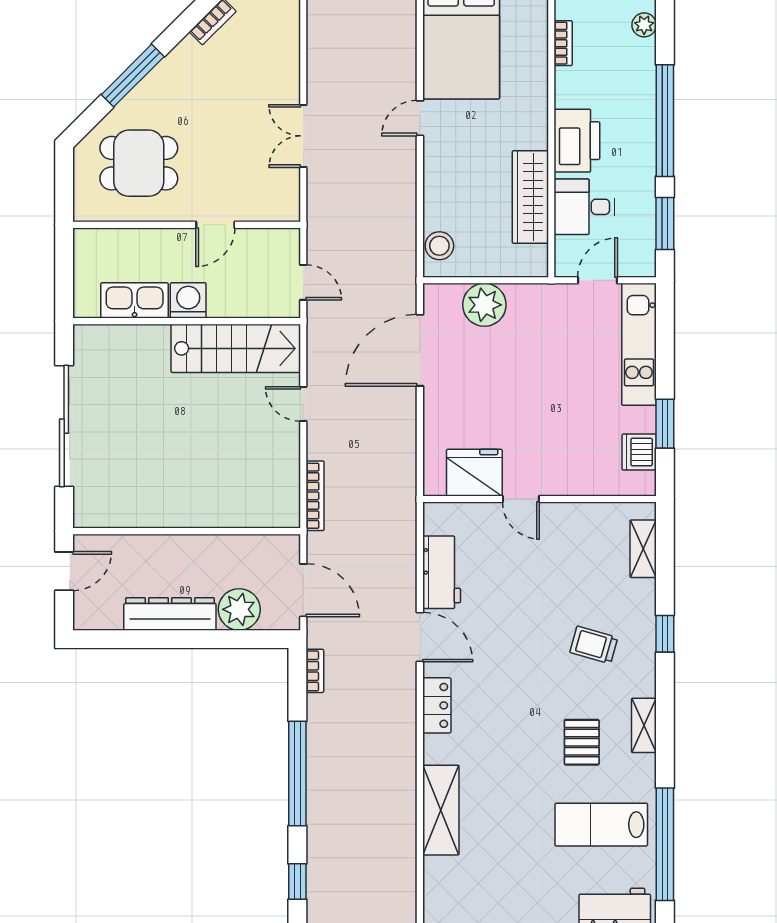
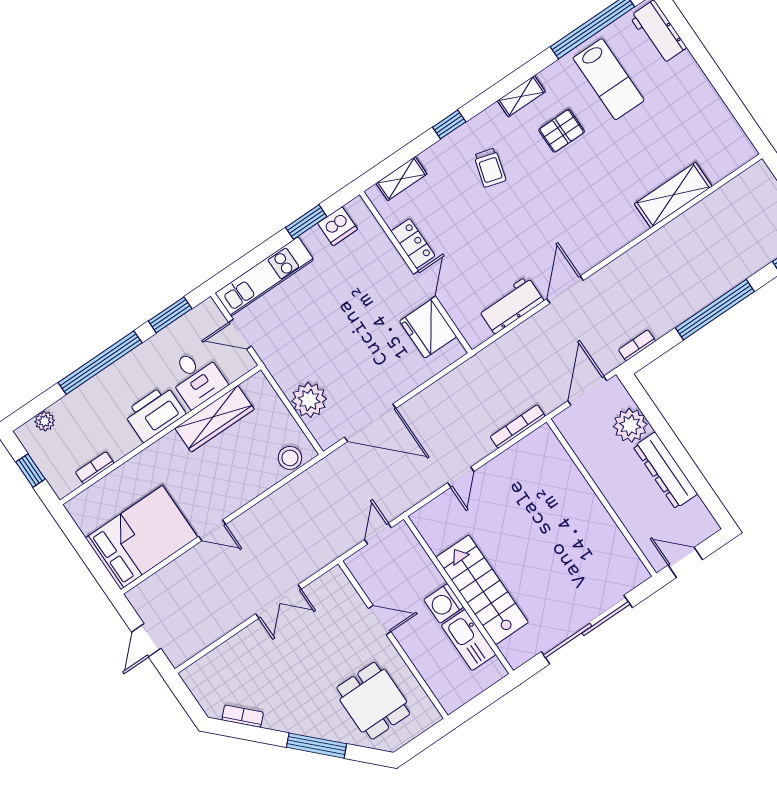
stairs: (236, 348) -> (482, 590), moved
locker: (437, 705) -> (413, 243), moved, turned 90

